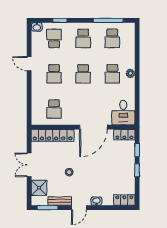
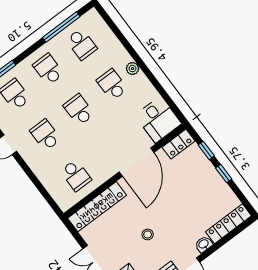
school desk: (83, 38) -> (48, 69), turned 180
school desk: (54, 74) -> (45, 135), turned 180
school desk: (83, 74) -> (79, 110), turned 180
school desk: (112, 74) -> (112, 85), turned 180
locker: (124, 200) -> (228, 224), width x1.53

